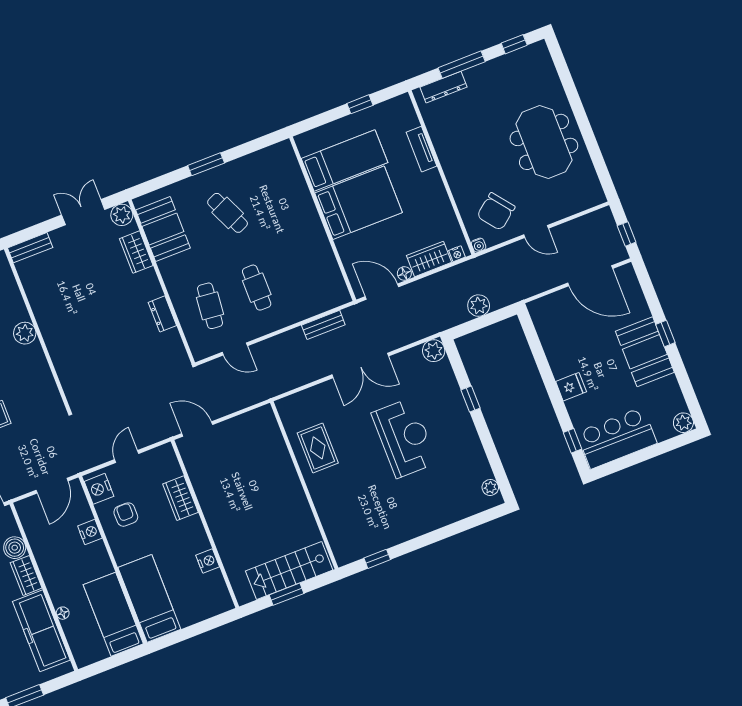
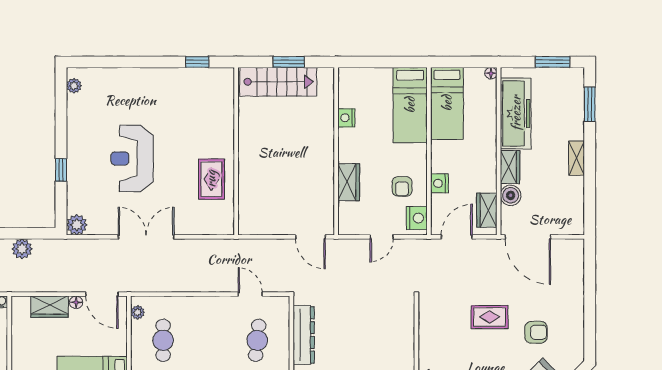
nightstand: (457, 254) -> (23, 302), removed
plant: (339, 287) -> (138, 312), added
cafe table: (257, 288) -> (163, 340), moved
dresser: (162, 314) -> (304, 335), width x1.96, depth x1.24
bench: (323, 325) -> (165, 285), removed
wardrobe: (33, 524) -> (487, 210), added
floor lamp: (63, 613) -> (491, 73), moved

